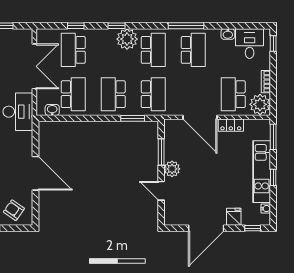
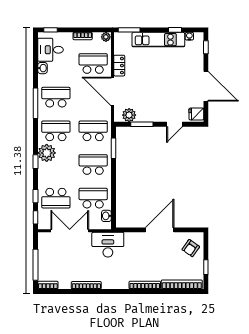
window: (50, 26) -> (36, 217), added
school desk: (113, 94) -> (93, 165), turned 180
school desk: (233, 94) -> (93, 64), turned 180
plant: (260, 104) -> (106, 37), width x0.53, depth x0.53
door: (200, 117) -> (113, 92), swing flipped
plant: (172, 169) -> (129, 115), moved
window: (273, 177) -> (175, 30), moved
fridge: (234, 217) -> (196, 114), moved

